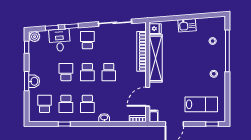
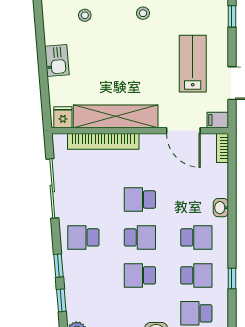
desk: (60, 40) -> (83, 287), removed
school desk: (109, 72) -> (140, 200), turned 180
lab bench: (201, 104) -> (193, 64), moved

